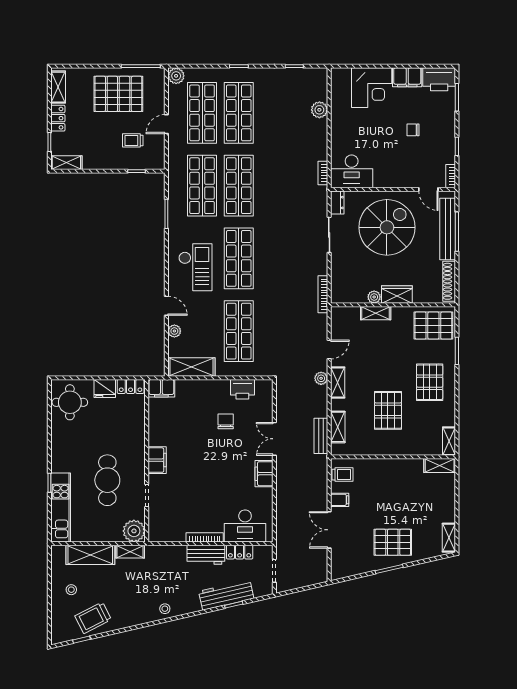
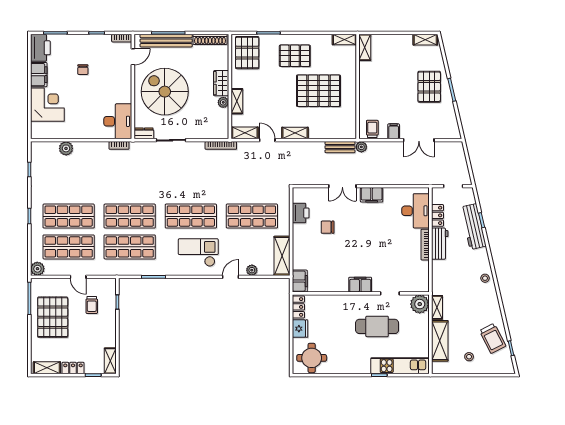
plant: (321, 378) -> (361, 147), moved
pallet: (388, 410) -> (318, 91), width x1.37, depth x1.41
shelving: (338, 427) -> (245, 133), moved

